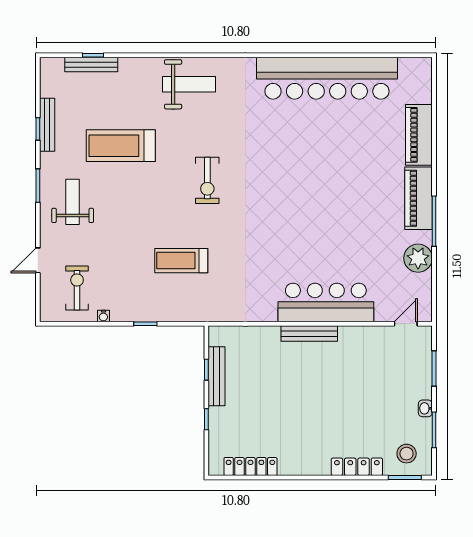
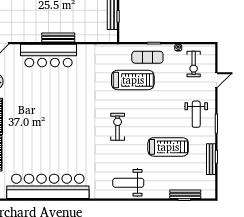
treadmill: (181, 261) -> (133, 80), width x1.37, depth x1.38
exercise mat: (156, 300) -> (147, 57), added

